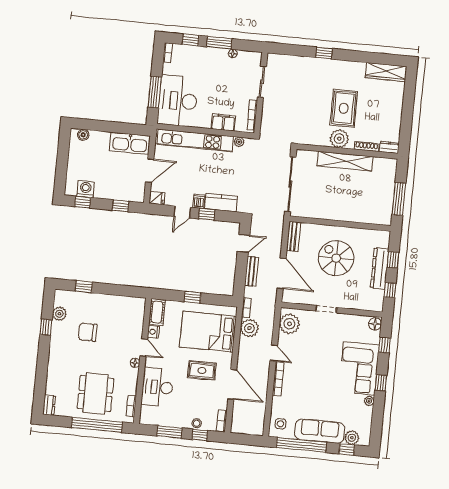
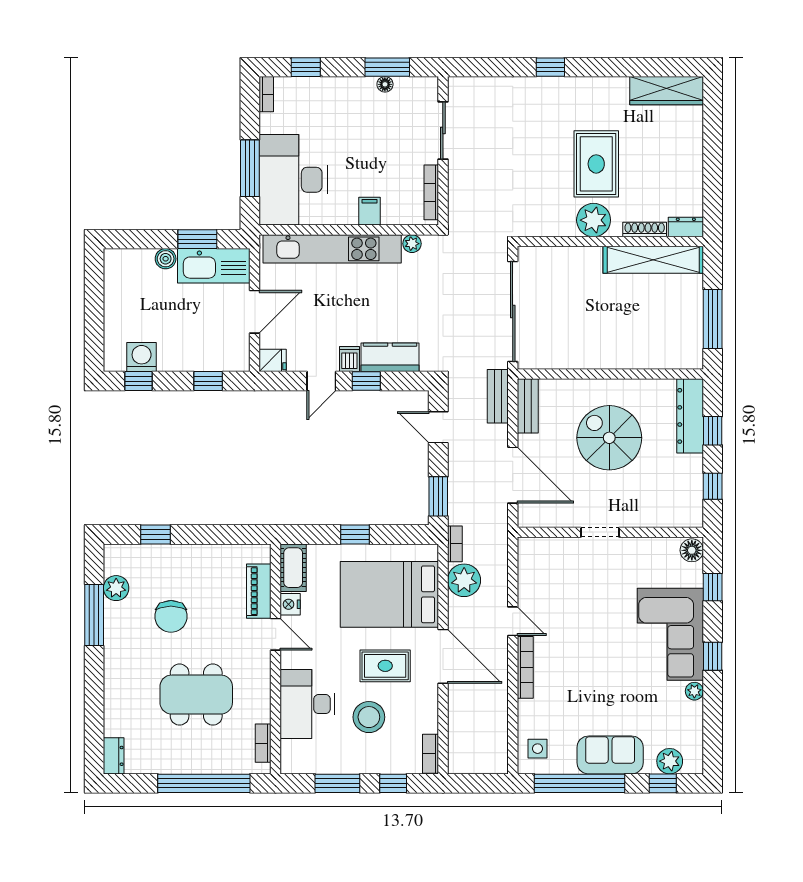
window: (219, 43) -> (387, 67), moved
filing cabinet: (223, 122) -> (369, 211), width x0.50
window: (122, 128) -> (197, 239), added
boiler: (83, 135) -> (166, 259), moved
shelving: (345, 161) -> (653, 260), moved
door: (244, 243) -> (438, 427), swing flipped
dresser: (380, 268) -> (690, 416), moved
bench: (252, 271) -> (498, 396), moved
window: (240, 281) -> (438, 496), added
piano: (137, 323) -> (259, 591), added
plant: (289, 324) -> (536, 565), removed
window: (46, 327) -> (94, 615), width x2.17
chair: (88, 332) -> (171, 616), turned -90
floor lamp: (135, 363) -> (262, 664), removed
door: (232, 384) -> (443, 656), moved
dining table: (95, 393) -> (196, 695), moved, turned 90
stool: (197, 423) -> (369, 717), moved, width x1.89, depth x1.89
sofa: (320, 431) -> (610, 755), width x0.73

